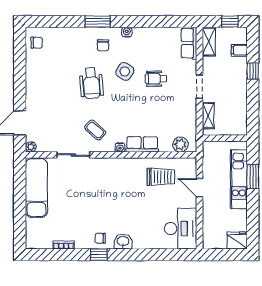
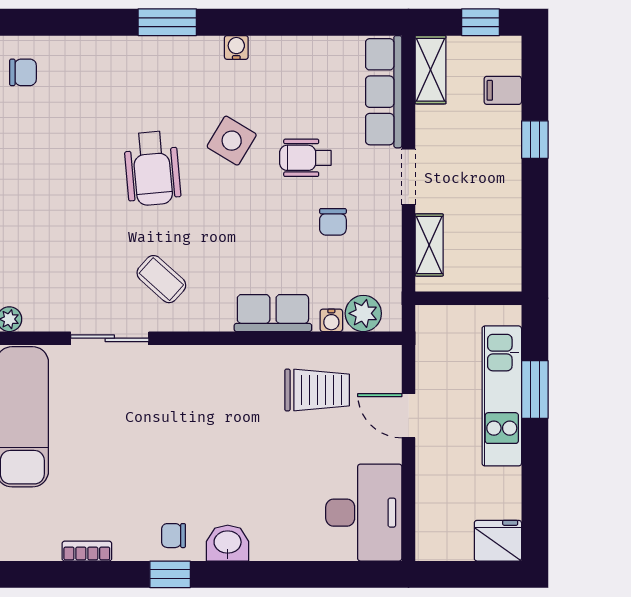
row of seats: (189, 43) -> (384, 92), width x1.48
chair: (103, 45) -> (333, 222), moved
water cooler: (120, 147) -> (331, 320), moved

